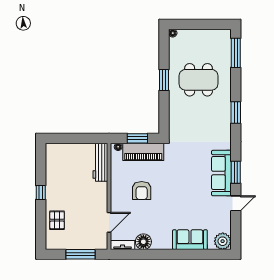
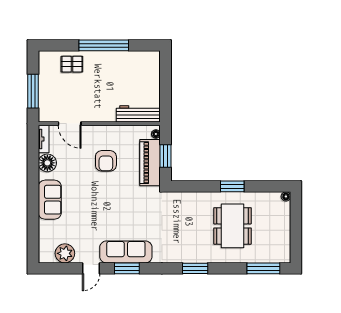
armchair: (142, 191) -> (106, 161), turned -90
window: (41, 192) -> (104, 45), width x3.17
door: (236, 203) -> (91, 268), hinge flipped
sofa: (190, 240) -> (50, 200), moved
plant: (223, 241) -> (65, 253), moved

